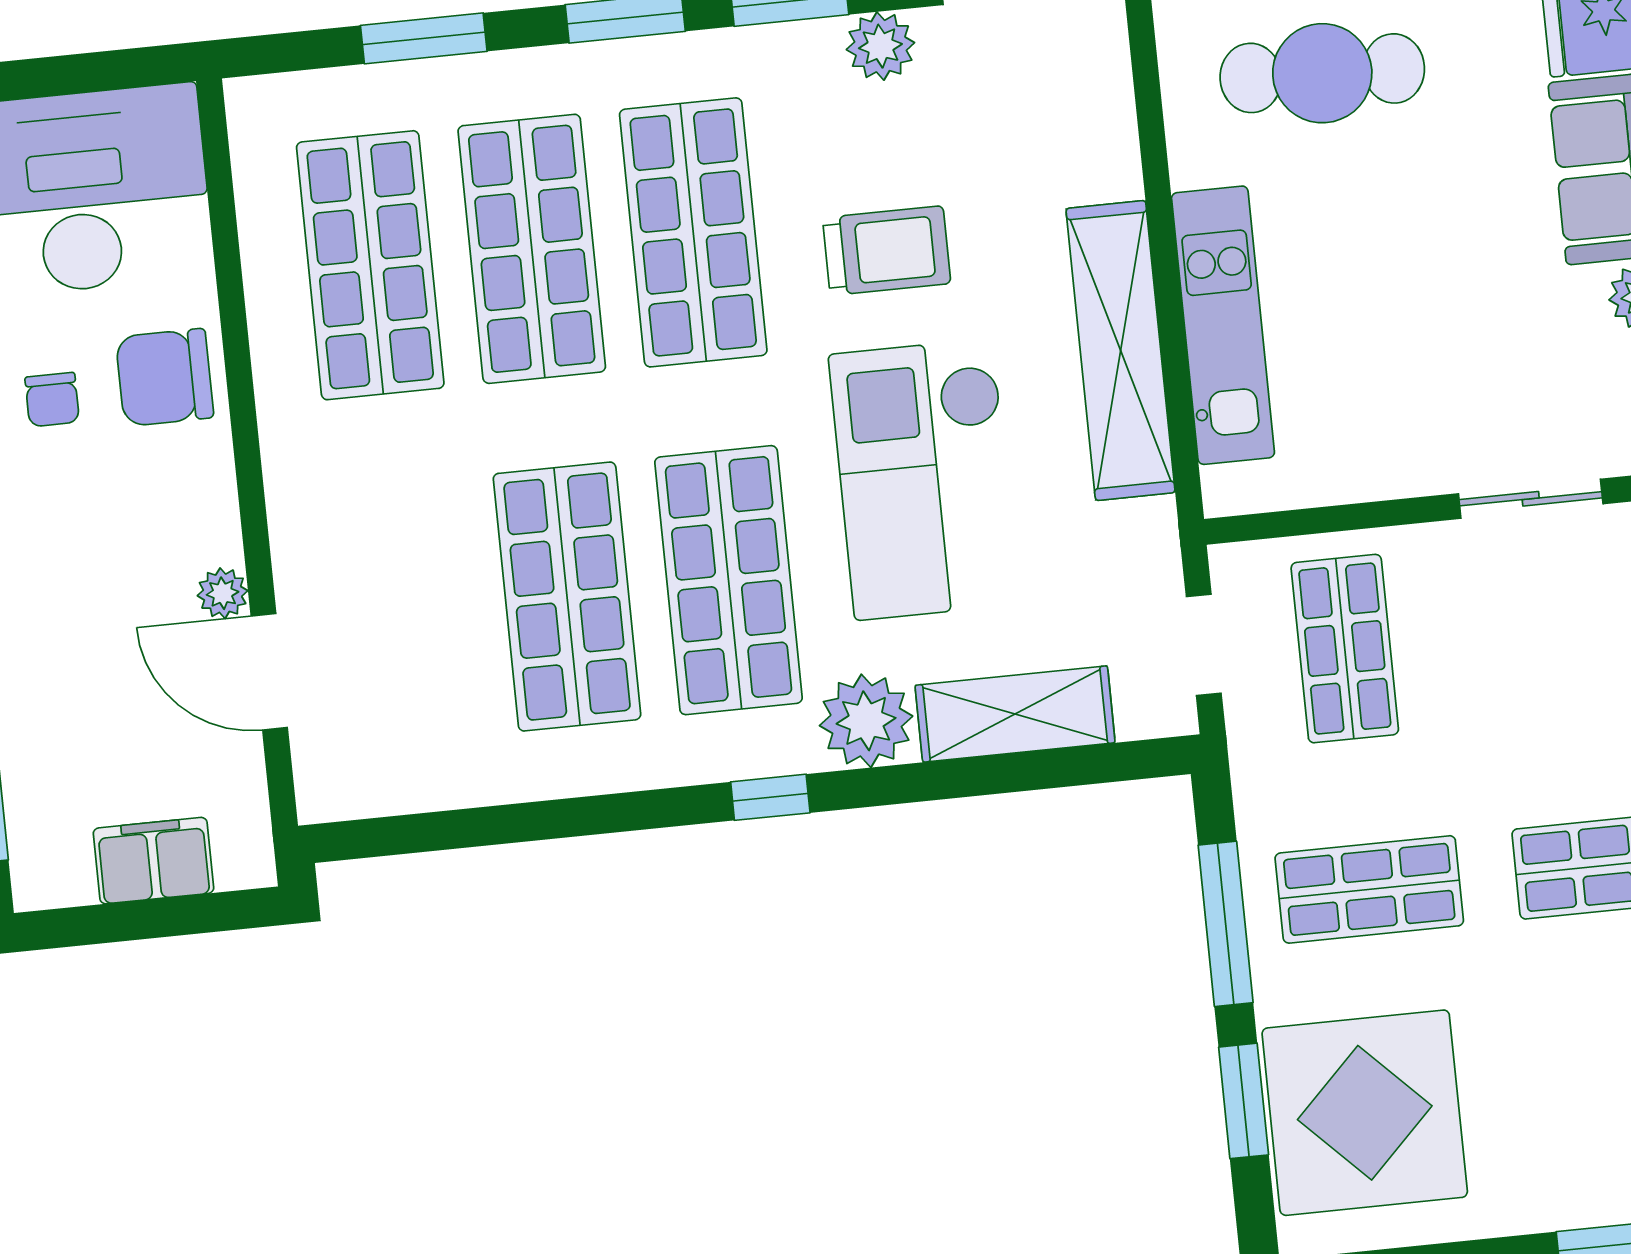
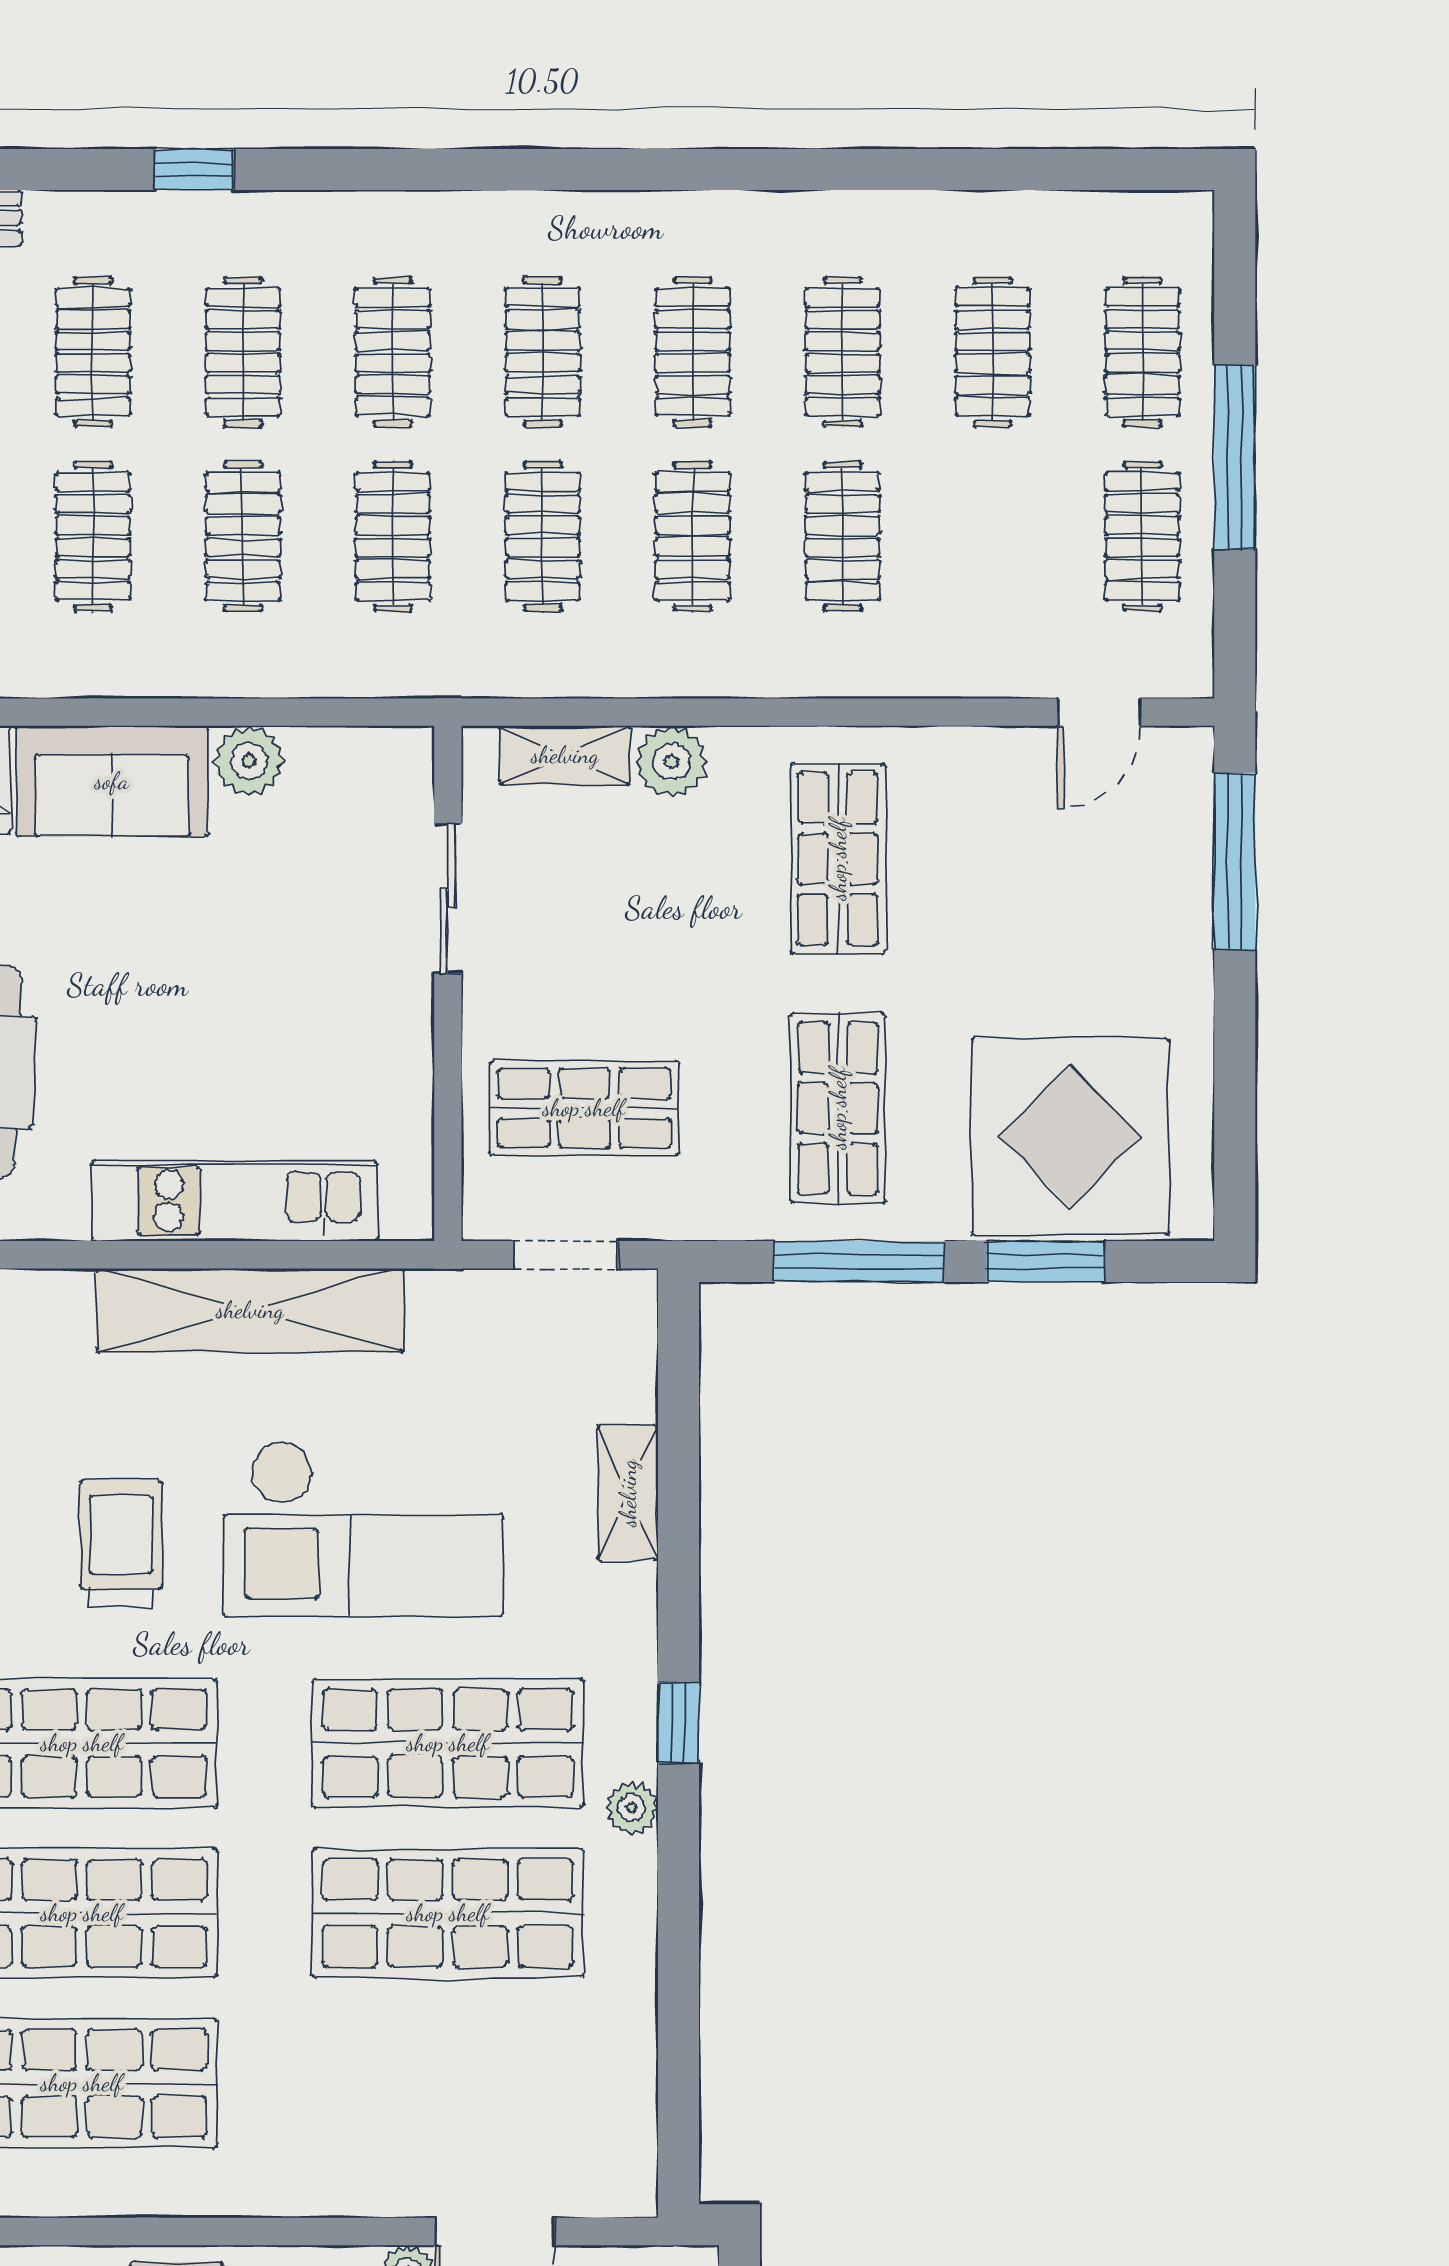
shelving: (1015, 714) -> (628, 1493), width x0.67, depth x0.75
plant: (866, 721) -> (632, 1808), moved, width x0.53, depth x0.53

